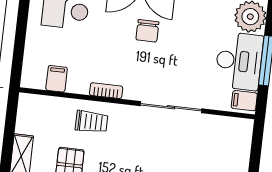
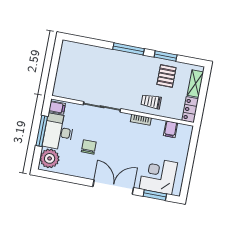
chair: (147, 31) -> (89, 147), moved
locker: (27, 113) -> (190, 110), added

